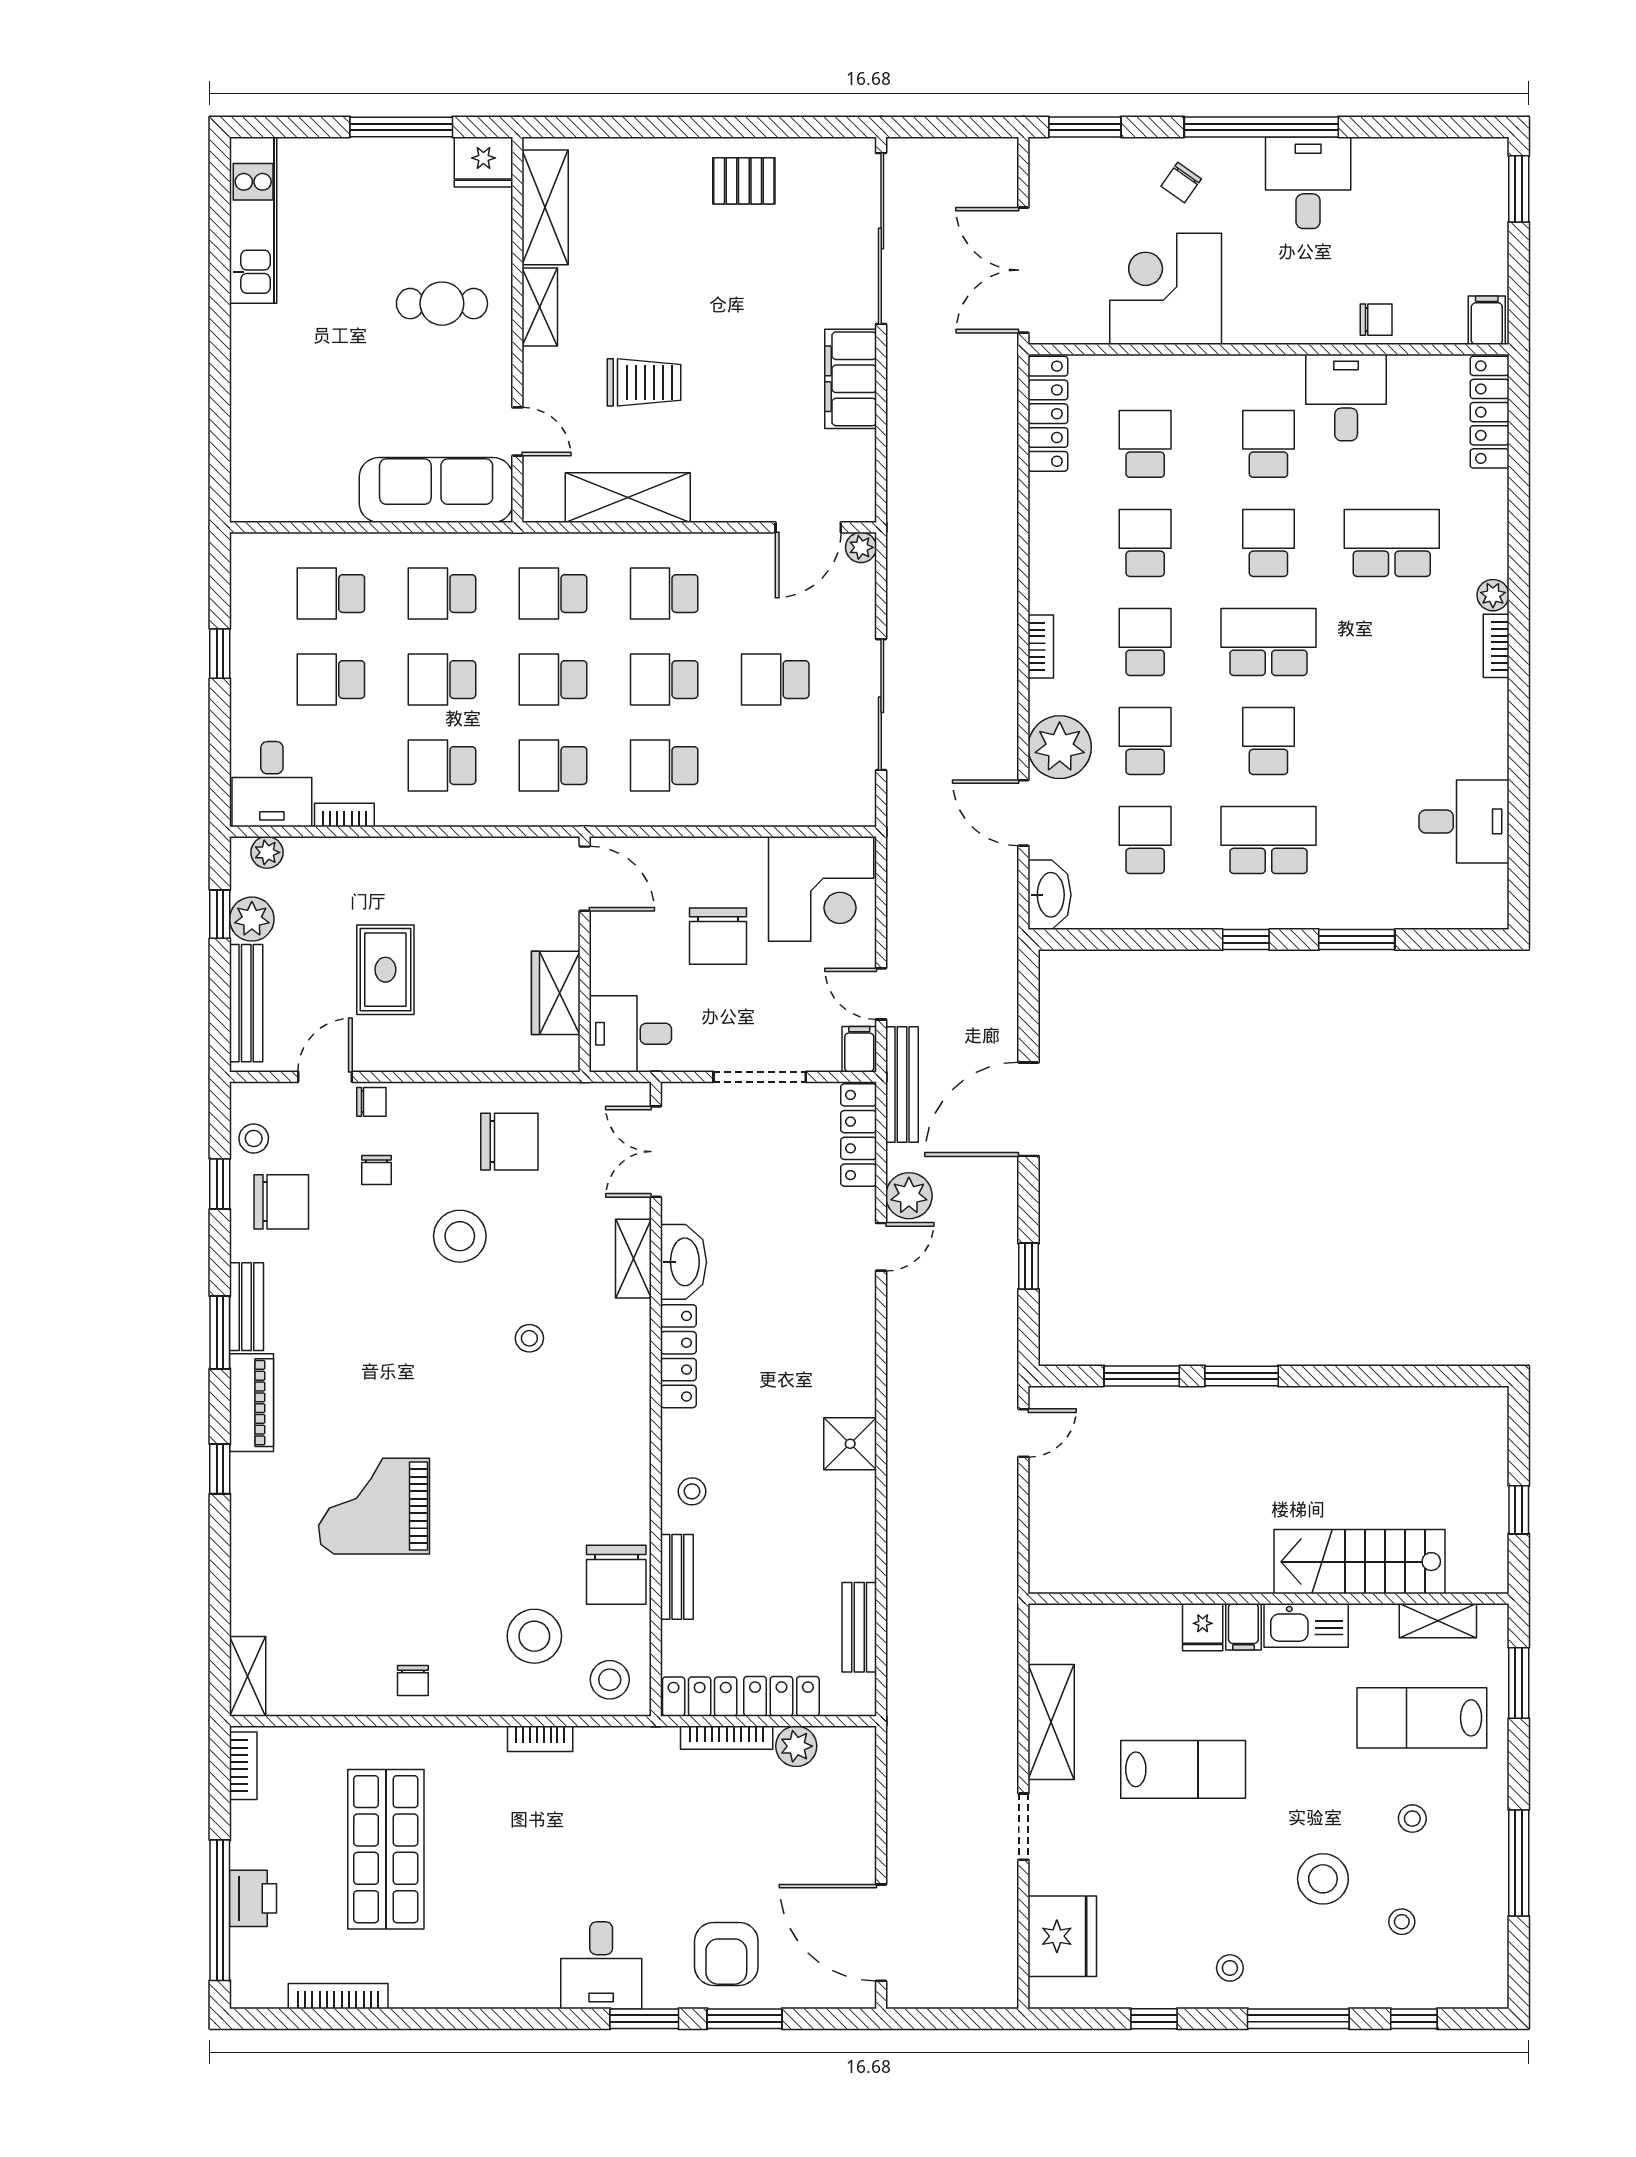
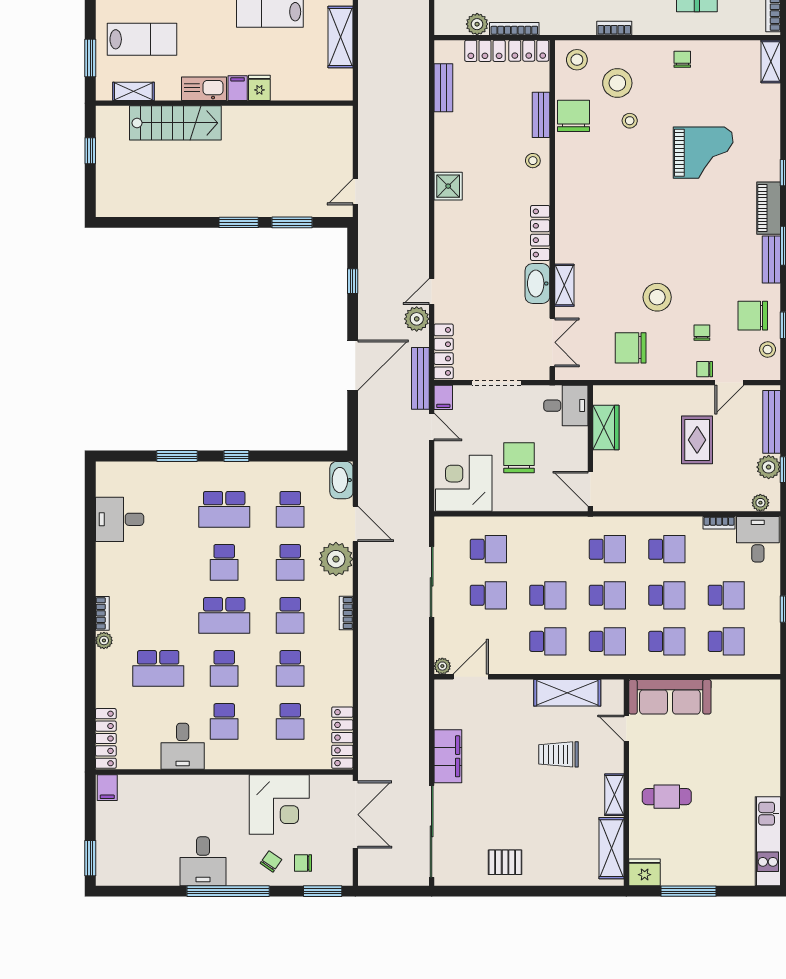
chair: (1376, 320) -> (303, 863), moved
school desk: (664, 766) -> (488, 549), moved
stool: (529, 1338) -> (630, 121), moved

